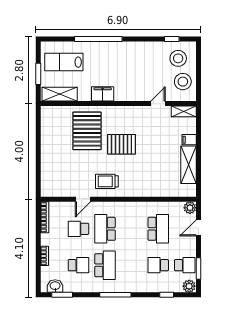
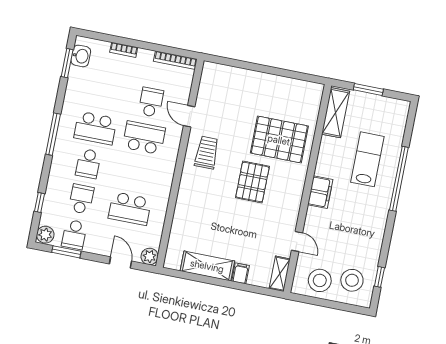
lab bench: (64, 62) -> (367, 159), moved
filing cabinet: (103, 94) -> (320, 192), moved
school desk: (78, 265) -> (88, 164), moved

